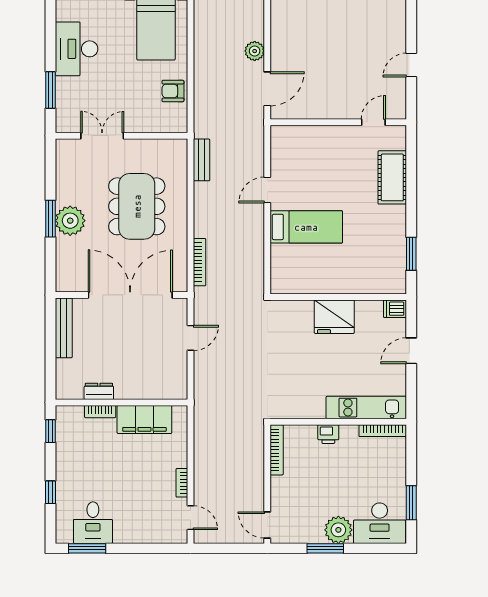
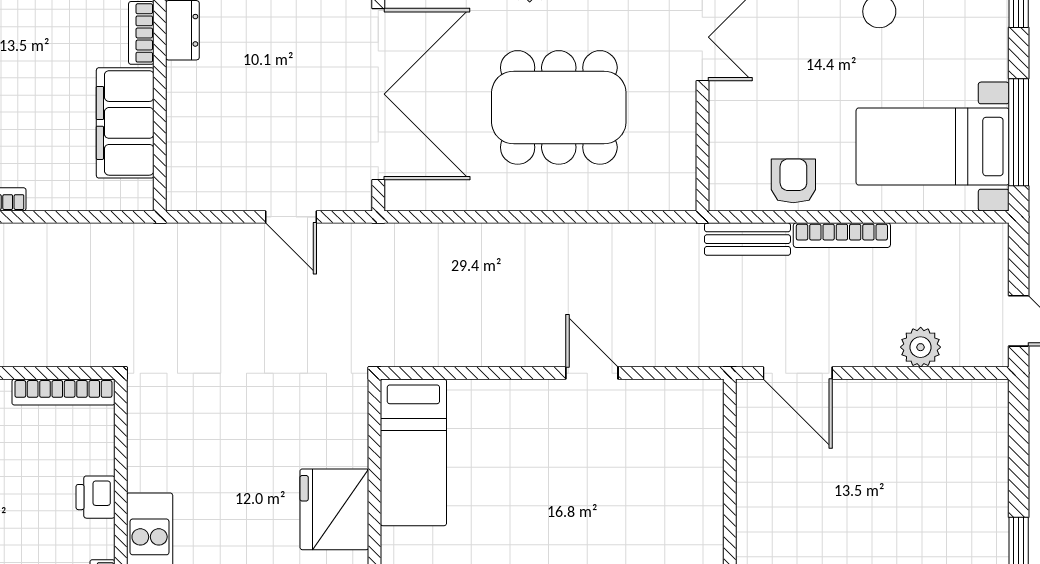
plant: (255, 51) -> (921, 347), moved
bench: (202, 160) -> (747, 239), moved
bed: (306, 227) -> (413, 452), moved
bookcase: (200, 262) -> (842, 235), moved

